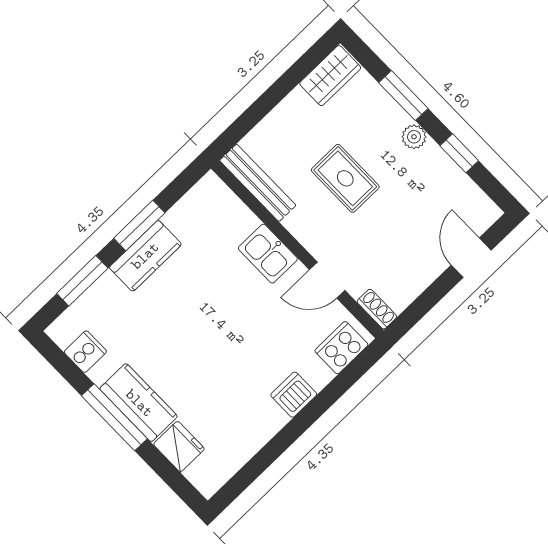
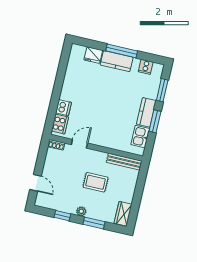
kitchen sink: (268, 254) -> (140, 137), moved, turned -90
dishwasher: (294, 395) -> (63, 108), moved

